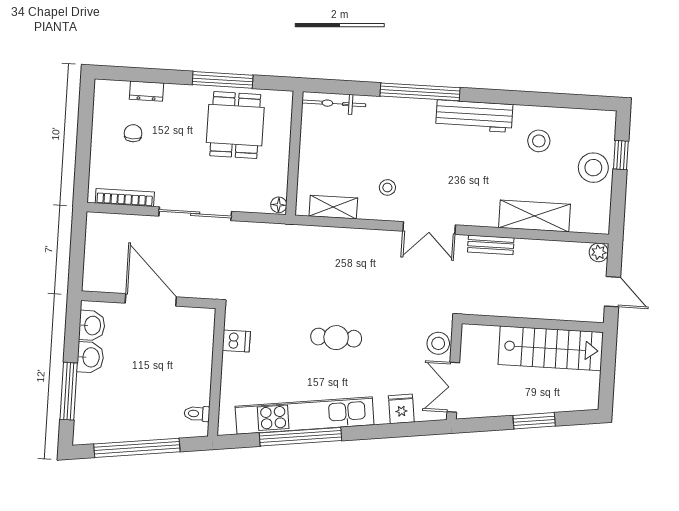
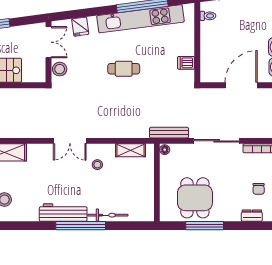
bicycle: (334, 103) -> (108, 215), moved
workbench: (474, 116) -> (63, 213), moved
double door: (429, 228) -> (70, 141), swing flipped
bench: (491, 245) -> (169, 133), moved, width x1.36
door: (151, 300) -> (241, 85), swing flipped

